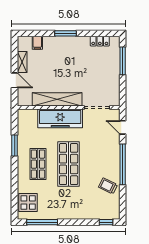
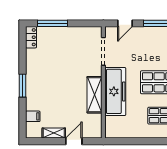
locker: (100, 41) -> (31, 37), moved
shelving: (57, 99) -> (95, 95), width x0.68
window: (15, 146) -> (145, 141), removed

